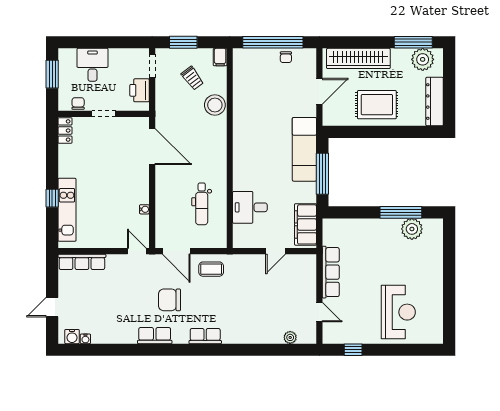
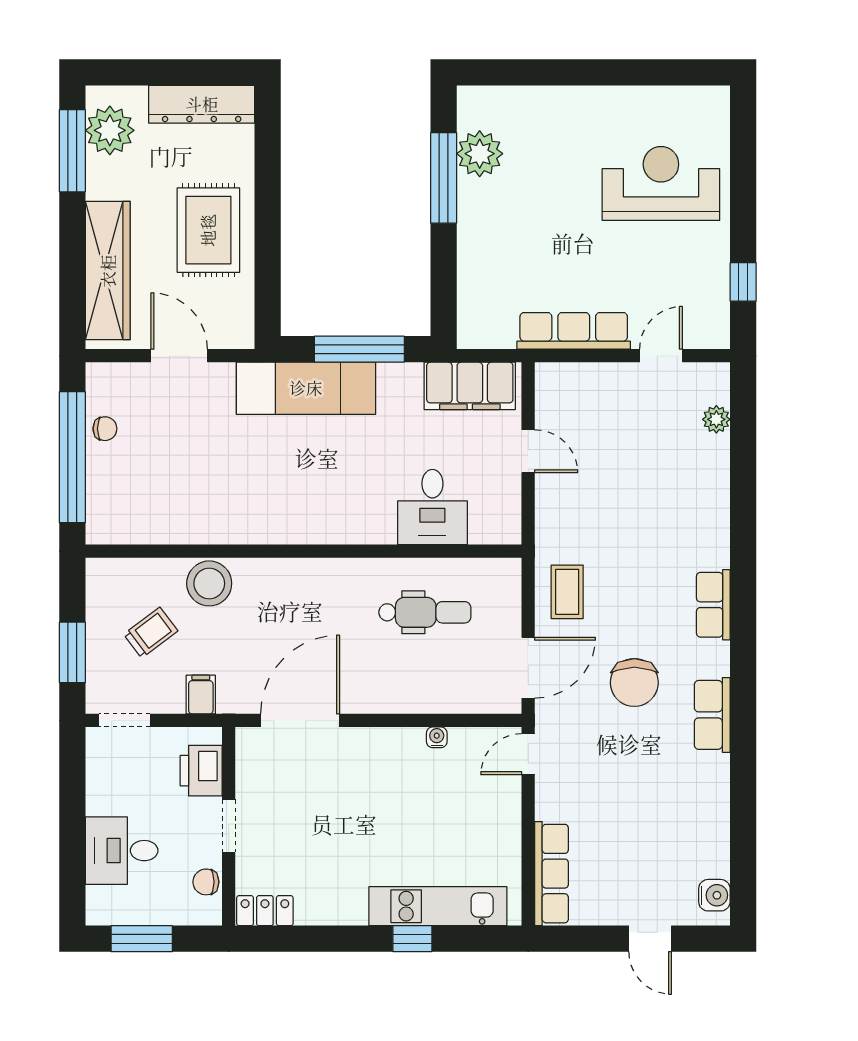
filing cabinet: (220, 57) -> (201, 695), moved, turned -90
printer: (140, 90) -> (201, 771), moved, turned 90
water cooler: (85, 339) -> (719, 866), removed

